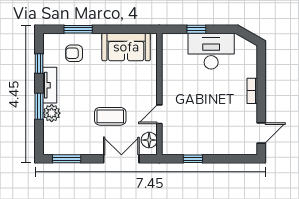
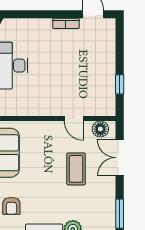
bookcase: (252, 91) -> (66, 23), moved

